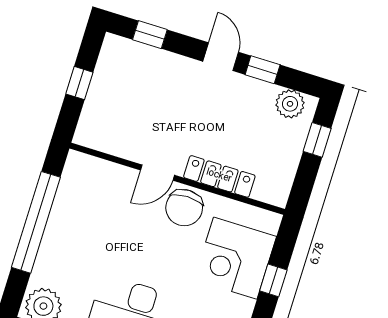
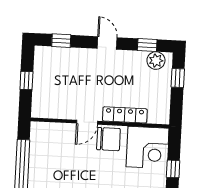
window: (263, 70) -> (147, 45), moved
chair: (184, 208) -> (108, 139), turned -90
corner desk: (235, 258) -> (148, 148), moved, turned -90

